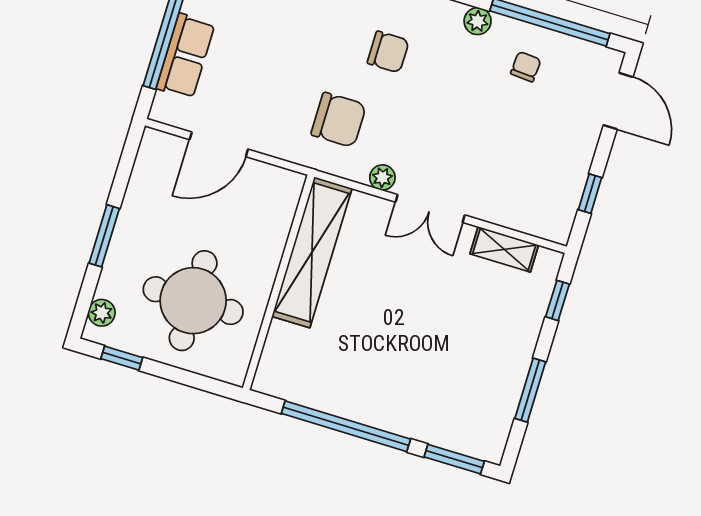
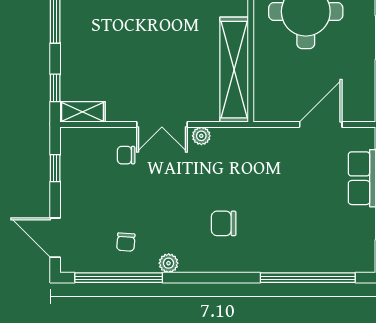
chair: (339, 120) -> (126, 155), moved, width x0.54, depth x0.54
double door: (430, 209) -> (162, 124), swing flipped
shelving: (504, 249) -> (83, 112), moved

